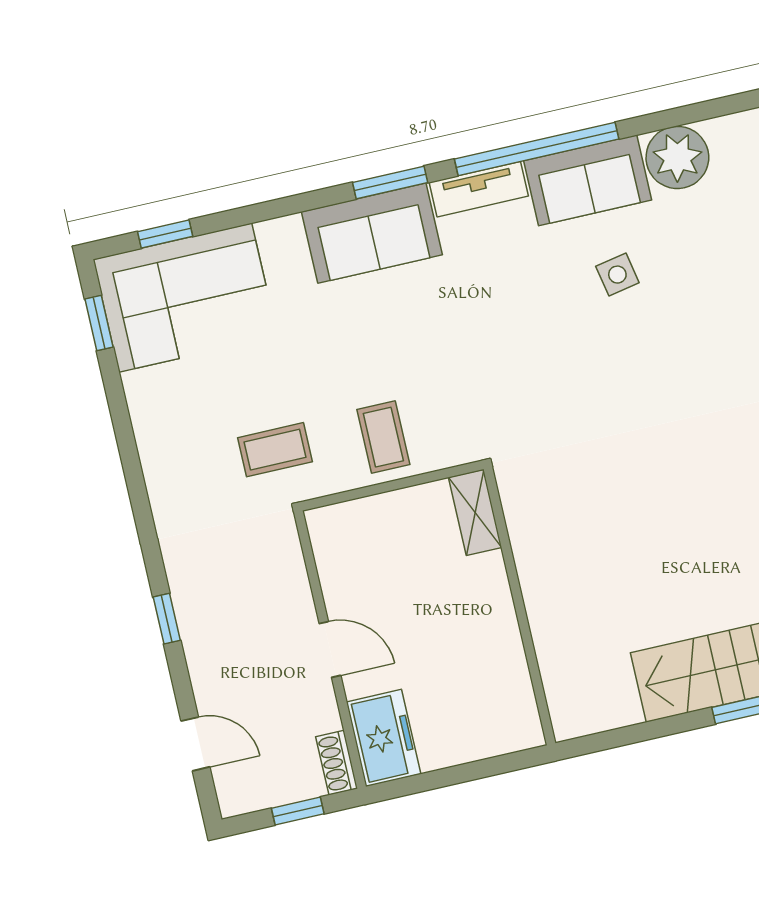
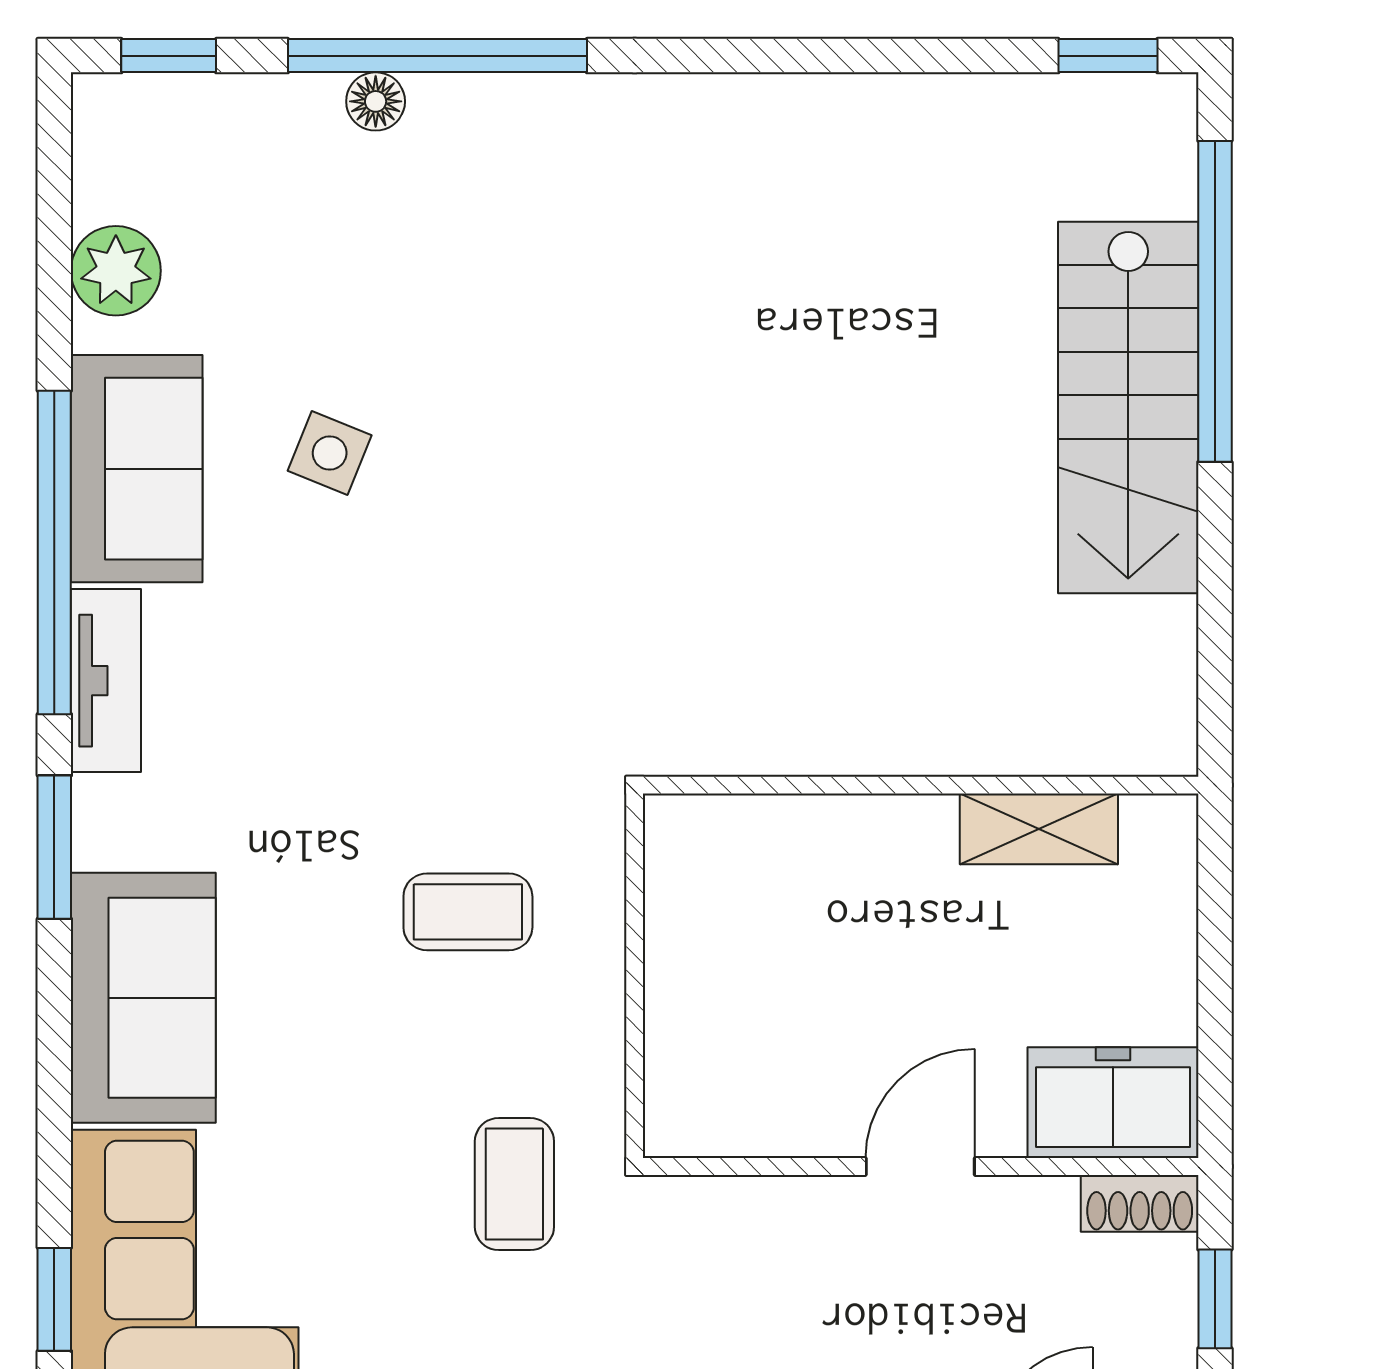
plant: (677, 157) -> (116, 271), width x0.73, depth x0.73
sofa: (372, 233) -> (143, 998), moved
side table: (617, 275) -> (330, 453), turned 33
coffee table: (383, 437) -> (468, 912), moved
shelving: (475, 512) -> (1039, 829), moved

